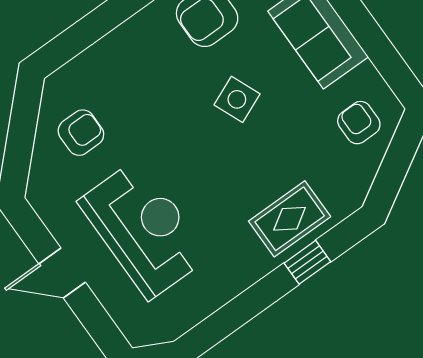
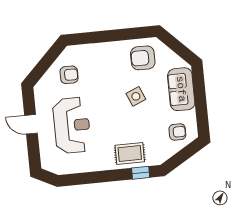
armchair: (359, 123) -> (177, 132), turned 90
window: (307, 262) -> (141, 173), moved

